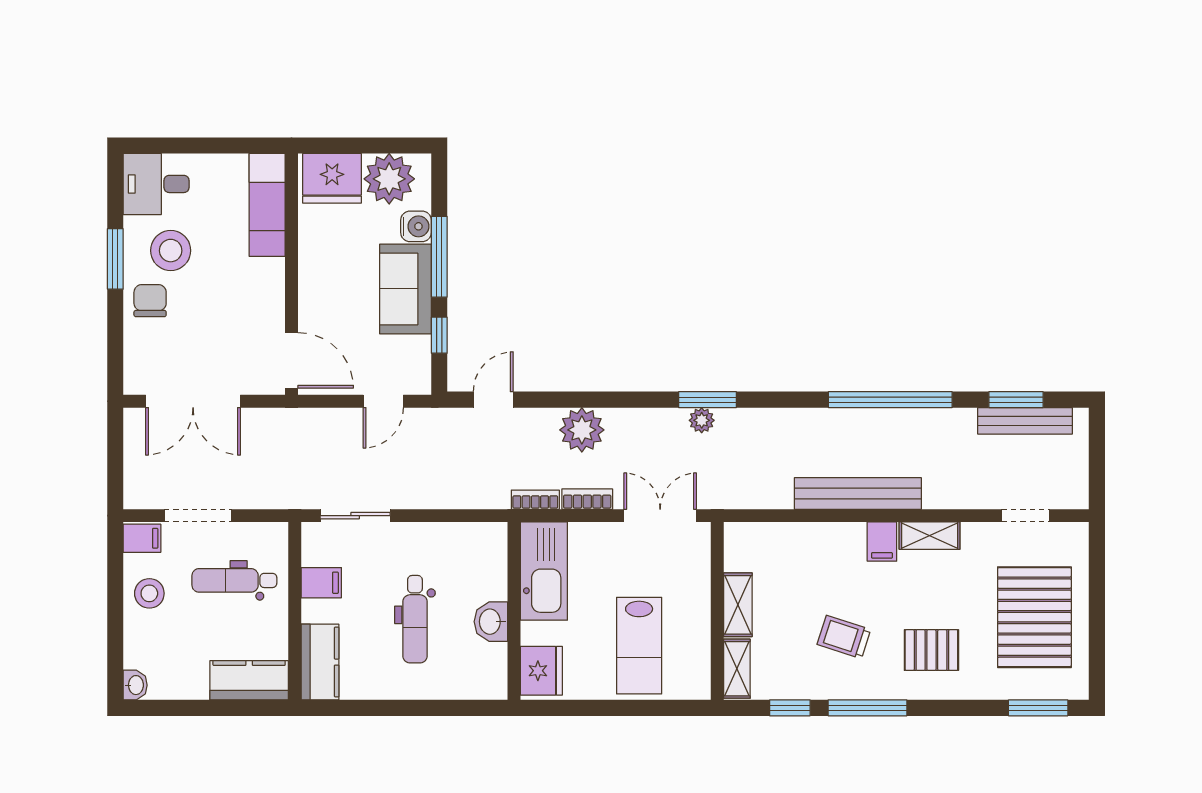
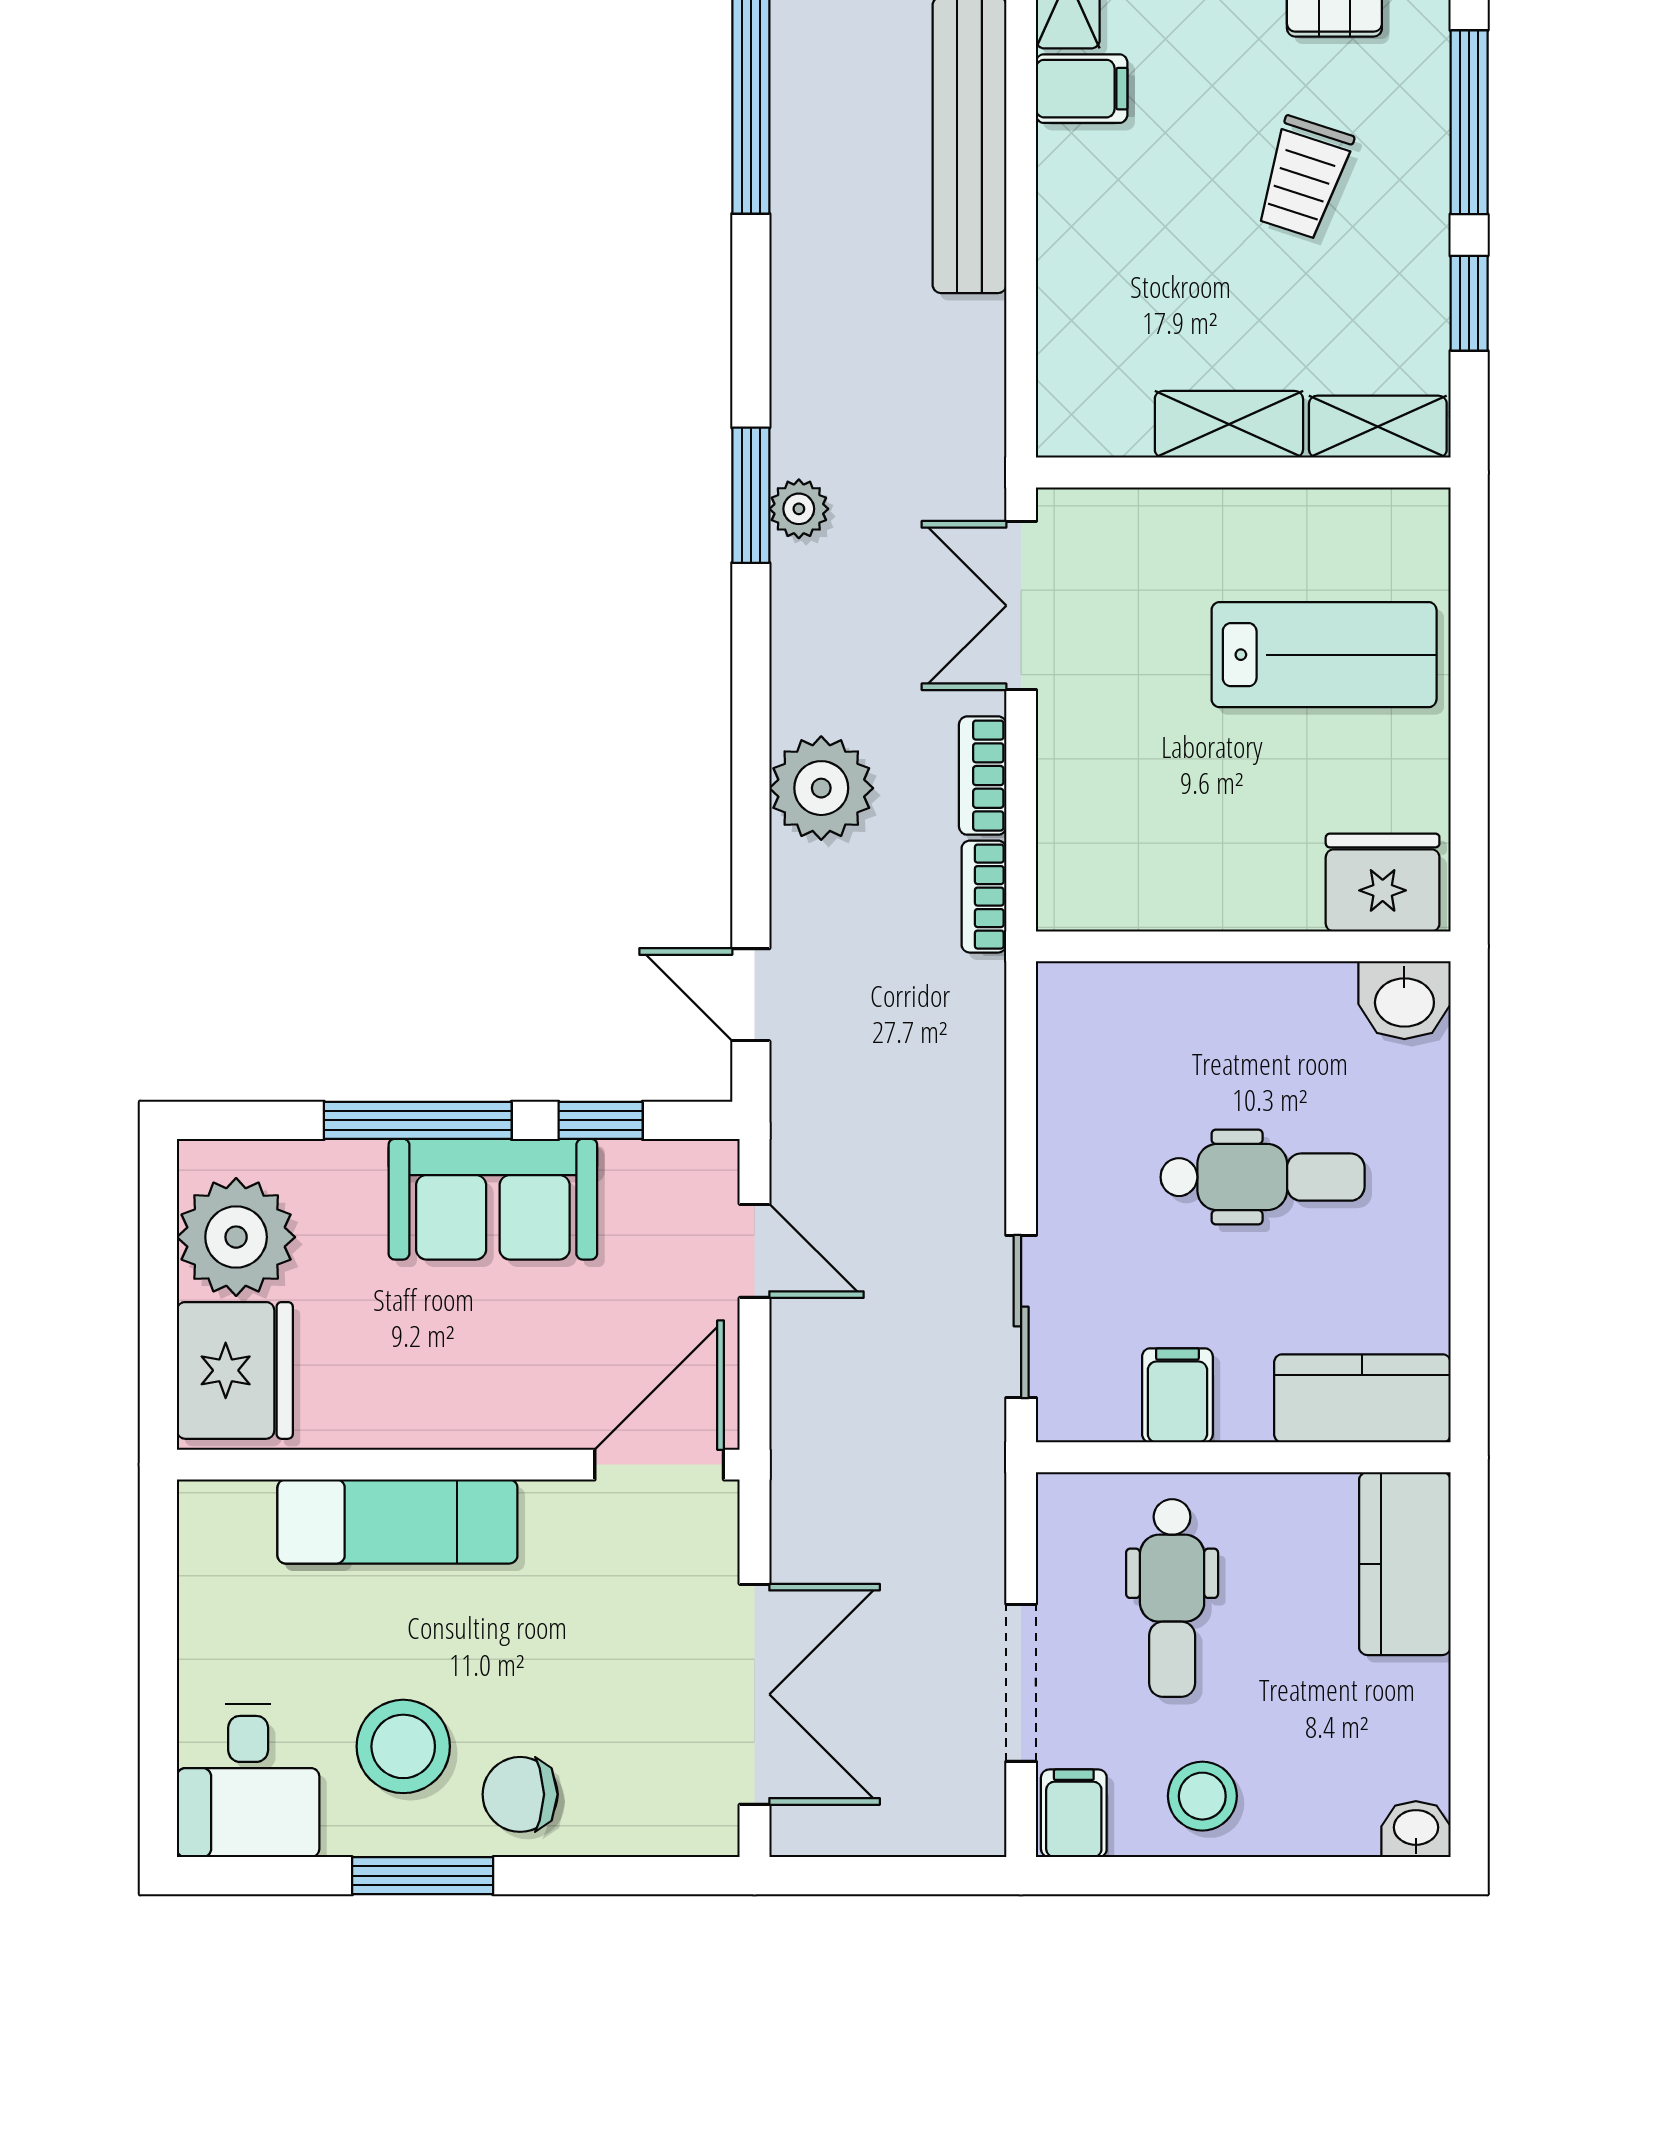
exam couch: (267, 205) -> (397, 1522), moved
water cooler: (416, 226) -> (347, 1175), removed
kitchen sink: (544, 571) -> (1150, 877), removed
washbasin: (491, 622) -> (1404, 1000), moved

